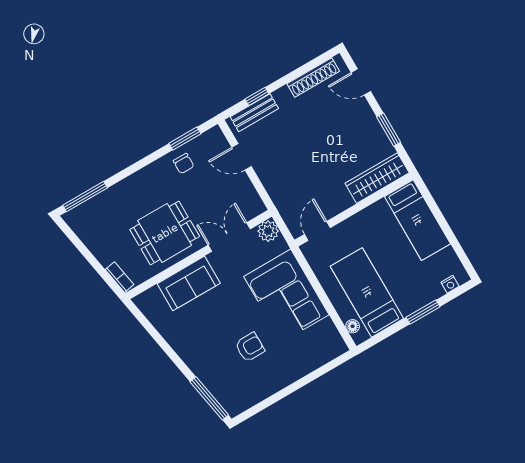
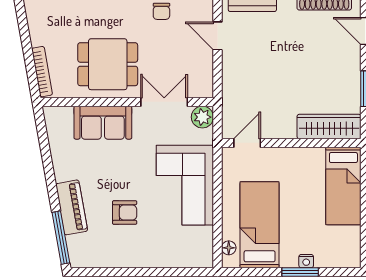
bookcase: (120, 277) -> (42, 72), width x1.56
nightstand: (450, 284) -> (306, 261), moved
piano: (204, 368) -> (72, 207), added

